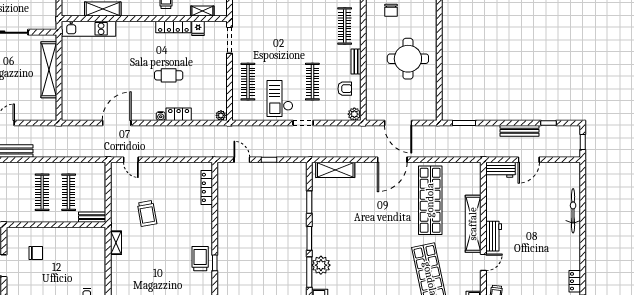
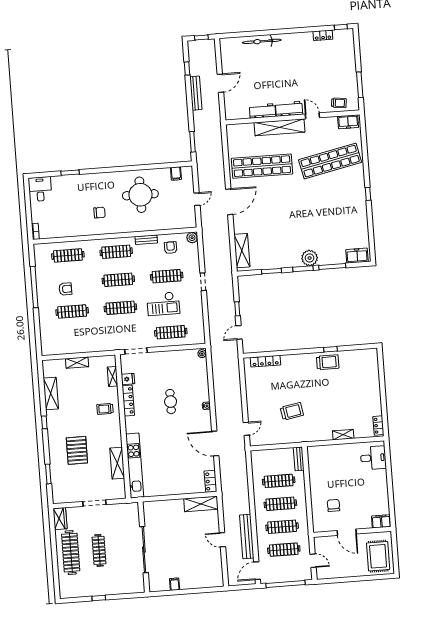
clothes rail: (280, 26) -> (120, 308), added
clothes rail: (312, 26) -> (118, 280), added
kitchen unit: (89, 29) -> (135, 466), width x1.36
shelving: (49, 70) -> (201, 504), moved, width x0.68
checkout: (280, 98) -> (163, 304), moved
filing cabinet: (429, 101) -> (176, 173), added
locker: (179, 114) -> (210, 481), moved
door: (398, 123) -> (197, 199), width x0.53
door: (392, 160) -> (229, 202), hinge flipped
door: (529, 160) -> (220, 83), hinge flipped
workbench: (500, 170) -> (262, 111), moved, turned -90
clothes rail: (16, 192) -> (282, 527), added
shelving: (116, 243) -> (343, 435), moved
trolley: (200, 259) -> (328, 362), turned 180
plant: (321, 265) -> (310, 258), moved

